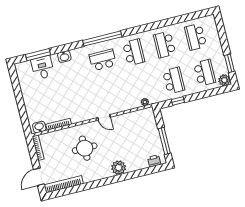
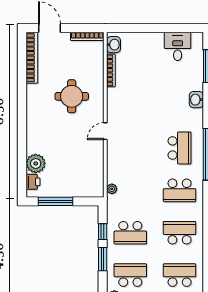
desk: (43, 68) -> (178, 46), moved, turned -90
school desk: (205, 73) -> (130, 275), turned 180
window: (198, 96) -> (103, 259), added
plant: (119, 168) -> (36, 163), moved

